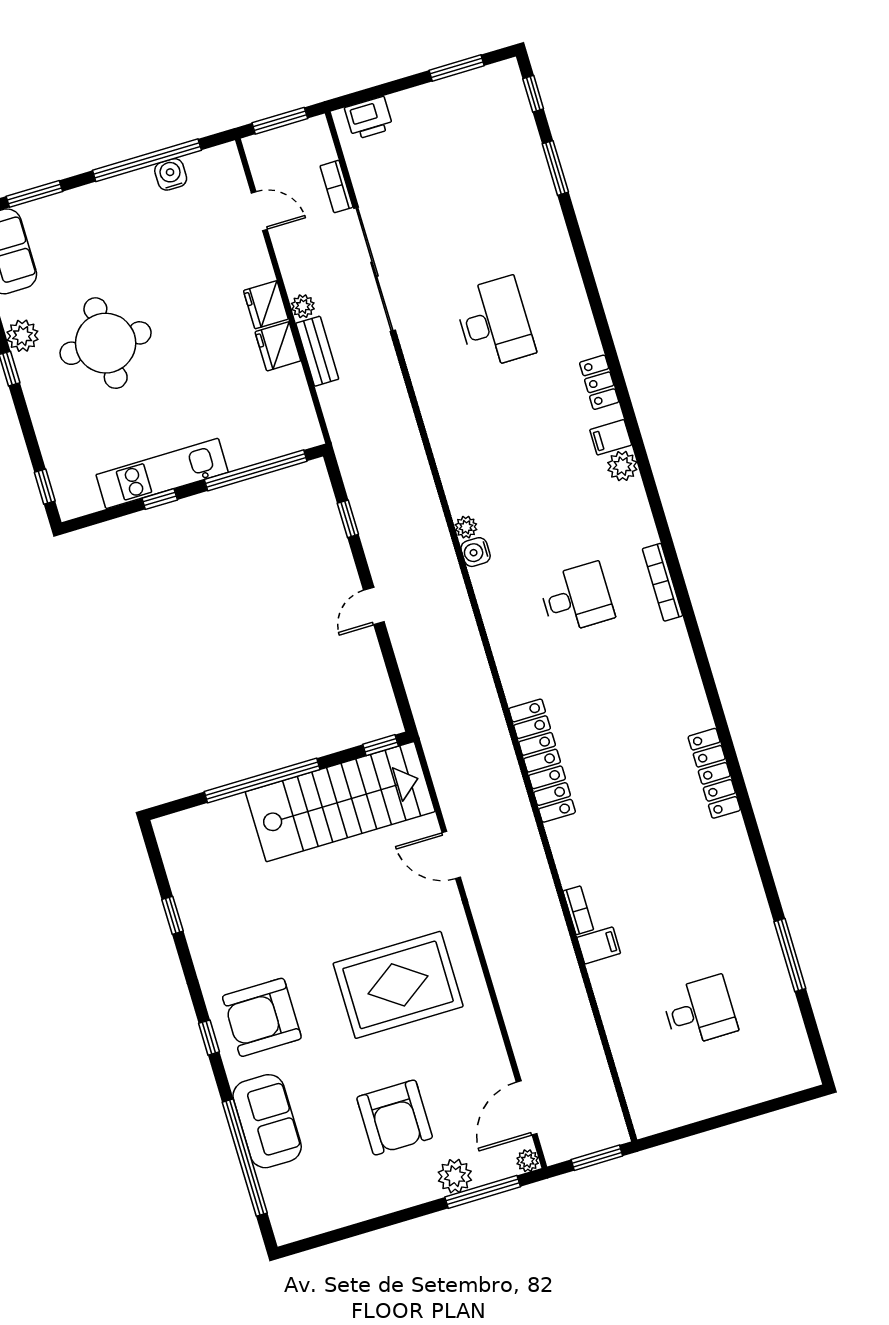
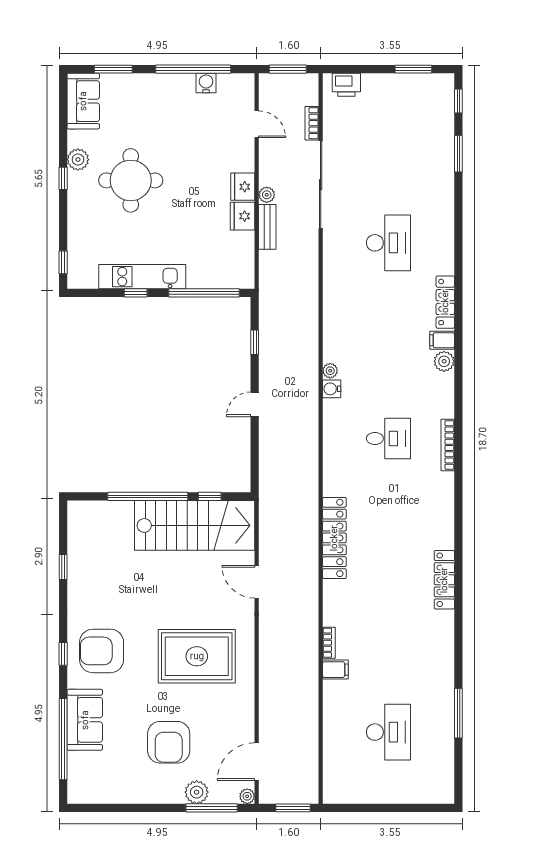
locker: (599, 382) -> (445, 302), width x1.53
window: (381, 745) -> (210, 496), moved
desk: (700, 1011) -> (388, 732), width x1.37

